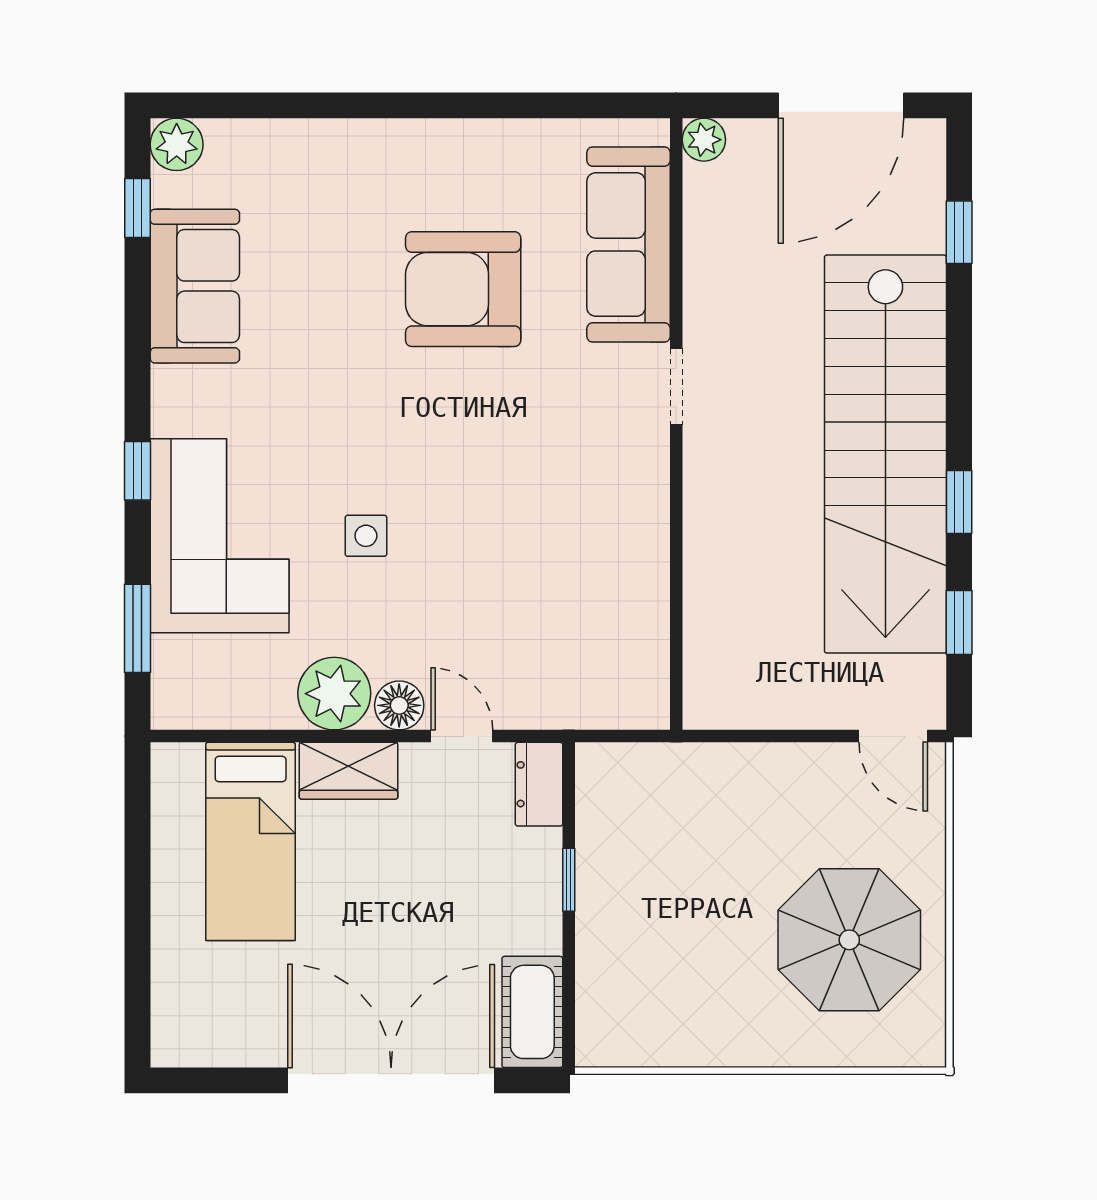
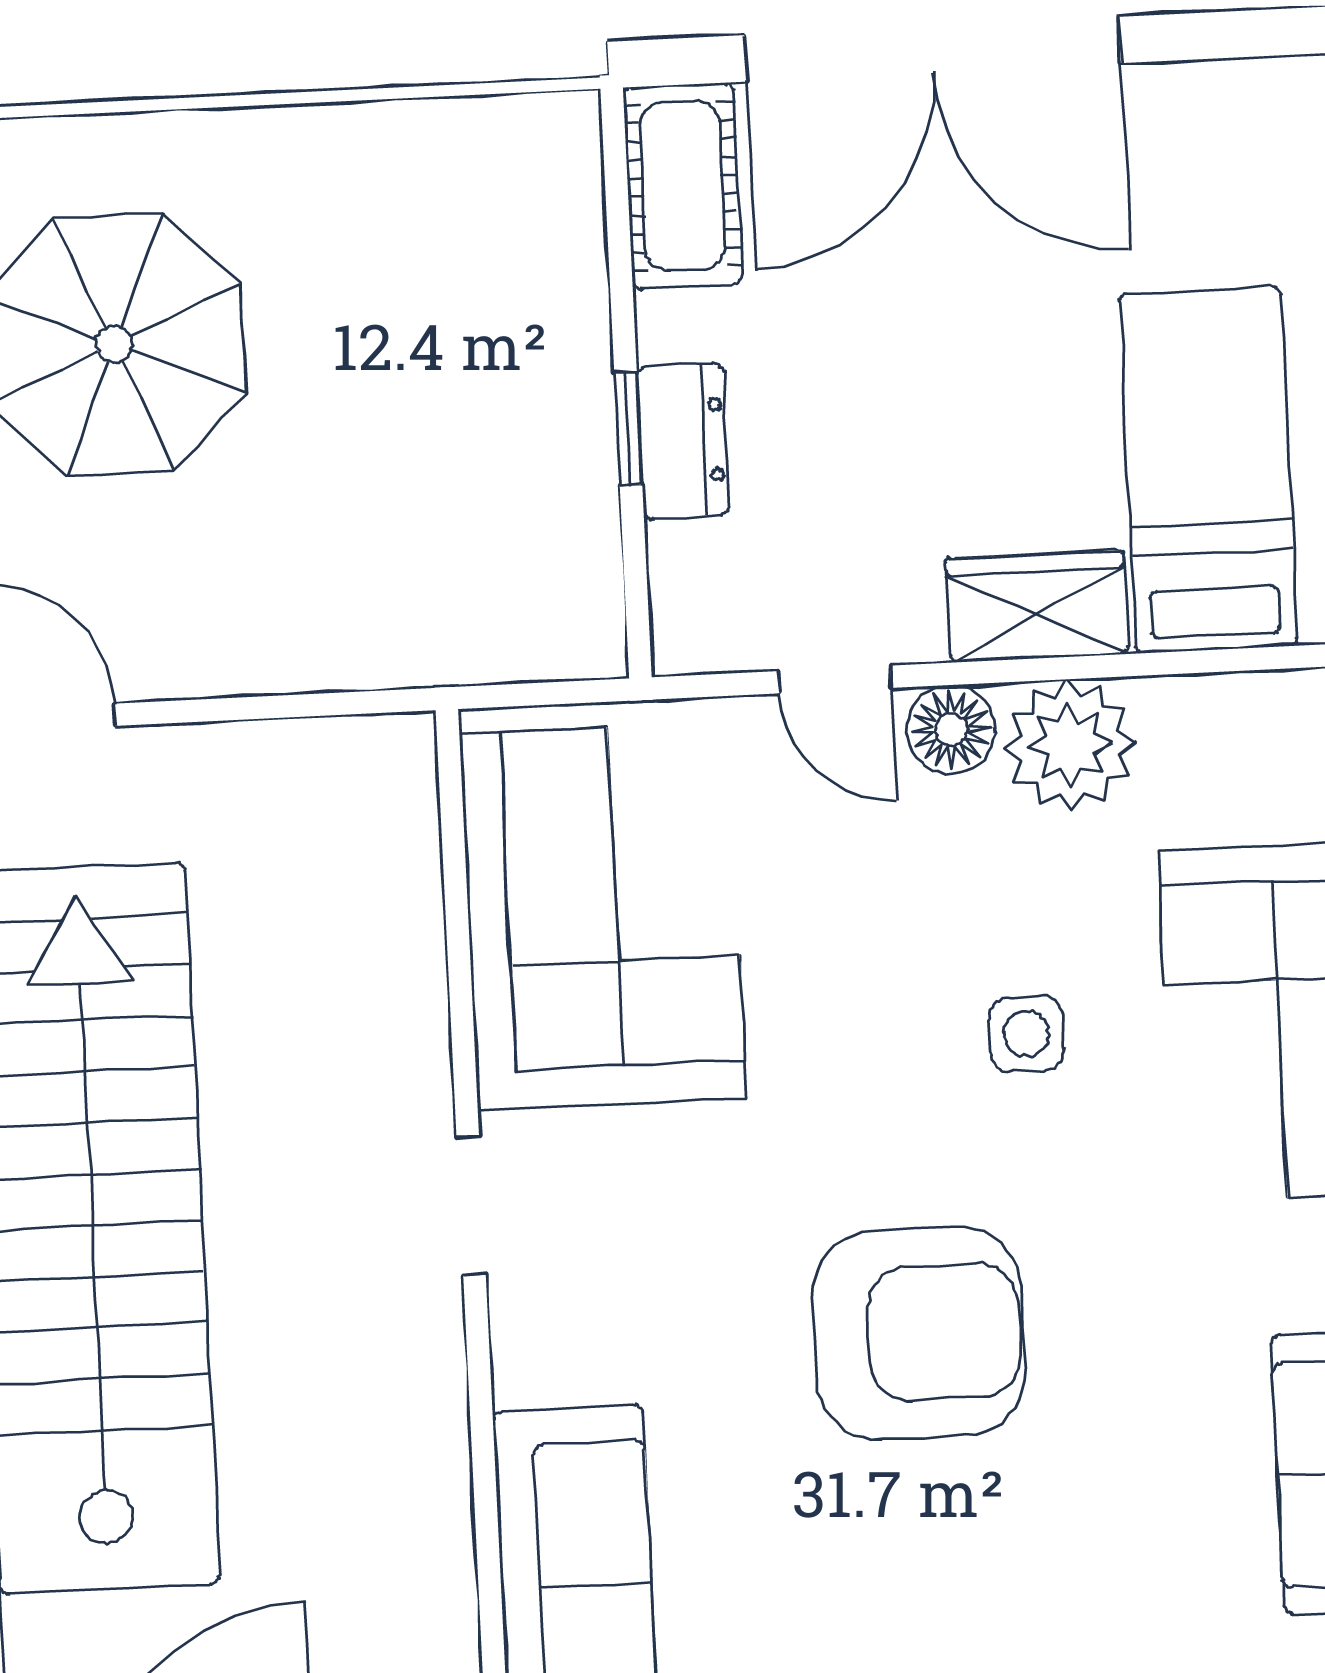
armchair: (463, 289) -> (919, 1333), moved
doorway: (676, 387) -> (471, 1206), moved
corner sofa: (596, 612) -> (603, 916), added
dresser: (539, 784) -> (683, 441), moved

